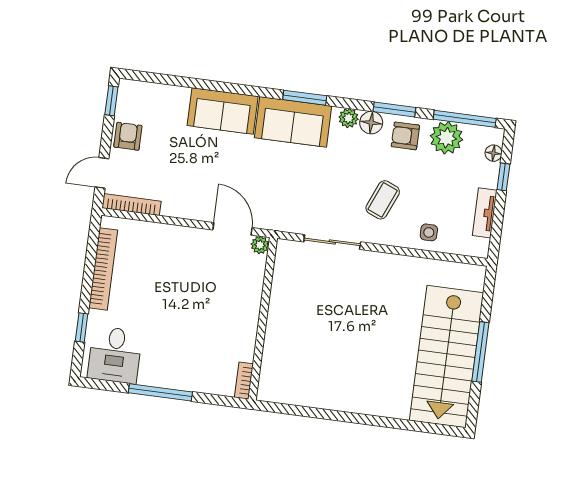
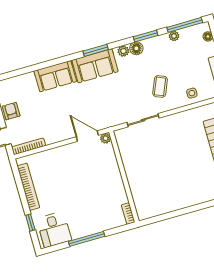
armchair: (405, 136) -> (157, 48), removed
plant: (446, 138) -> (174, 36), width x0.53, depth x0.53

